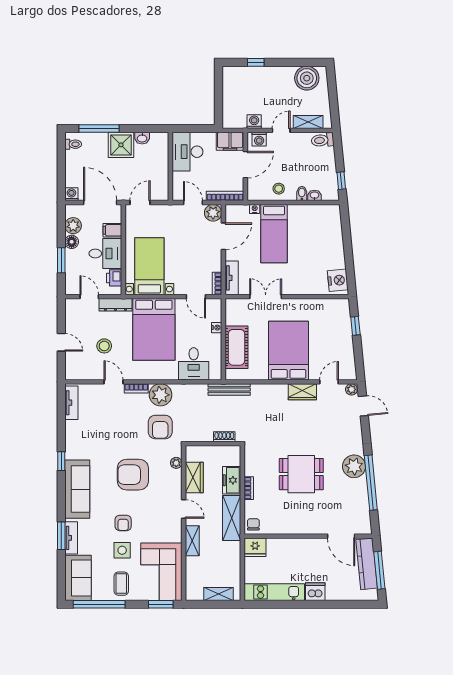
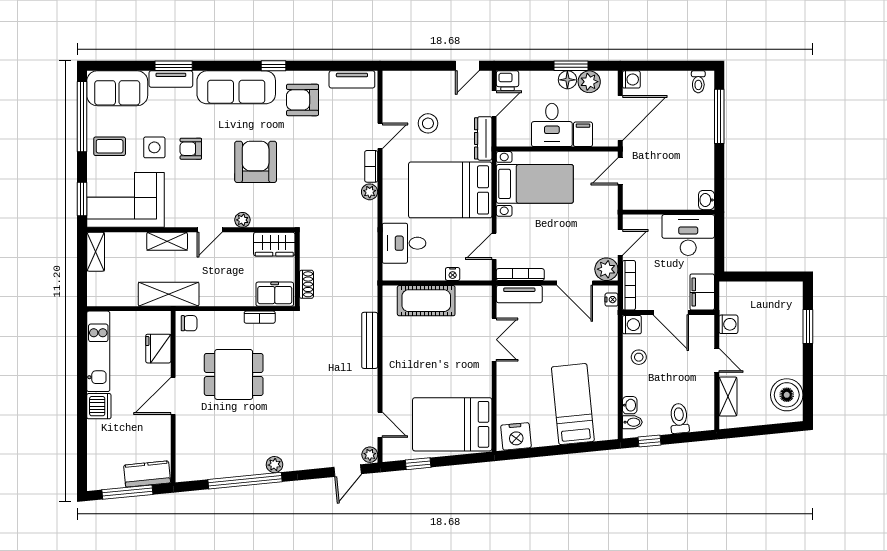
window: (256, 62) -> (808, 327), width x1.50
washbasin: (142, 138) -> (706, 200), moved
washing machine: (259, 139) -> (632, 325), moved, turned 180
toilet: (323, 140) -> (679, 418), moved
shower: (121, 145) -> (697, 146), removed
bidet: (302, 193) -> (632, 422), moved
door: (140, 202) -> (620, 171), swing flipped
nightstand: (255, 209) -> (612, 300), moved
bed: (274, 234) -> (573, 404), moved, turned 84
window: (61, 260) -> (571, 66), moved
printer: (114, 278) -> (508, 81), moved, turned 180
bookcase: (217, 283) -> (520, 275), width x1.56
window: (355, 326) -> (418, 464), moved
door: (61, 342) -> (467, 66), moved
bed: (289, 351) -> (452, 424), moved, turned 180
bench: (229, 389) -> (370, 340), moved
wardrobe: (302, 392) -> (367, 389), removed
plant: (161, 395) -> (370, 192), width x0.53, depth x0.53
armchair: (160, 427) -> (303, 100), moved
plant: (176, 463) -> (242, 220), moved
plant: (354, 466) -> (274, 465), width x0.53, depth x0.53
dining table: (301, 474) -> (234, 374), moved, turned 90
wardrobe: (194, 478) -> (274, 244), moved
freezer: (232, 480) -> (275, 294), moved
bookcase: (249, 488) -> (260, 317), moved
shelving: (232, 518) -> (169, 294), moved
door: (341, 536) -> (173, 396), moved
fridge: (255, 547) -> (158, 349), moved
kitchen counter: (367, 564) -> (147, 474), width x0.67
shelving: (219, 594) -> (96, 252), moved

